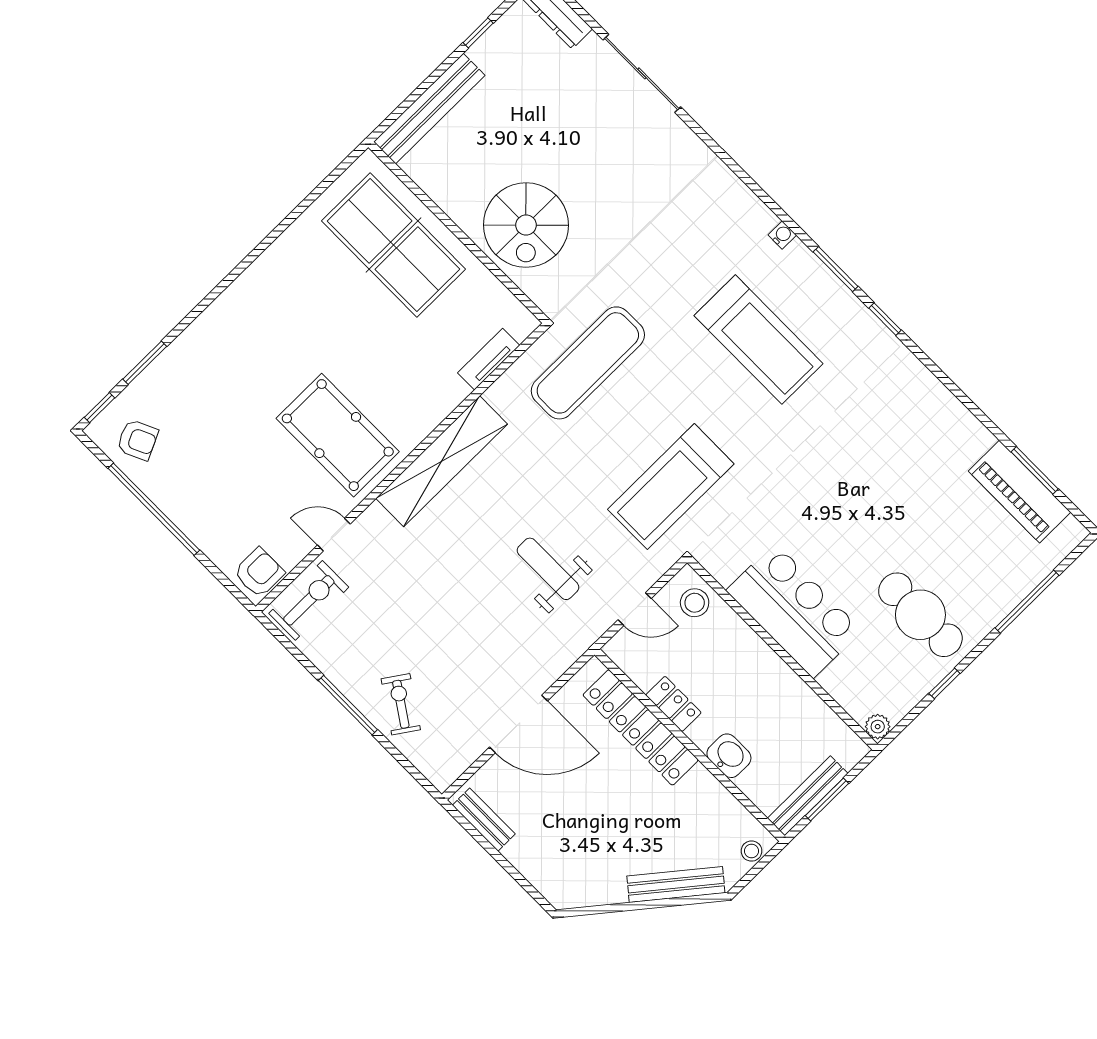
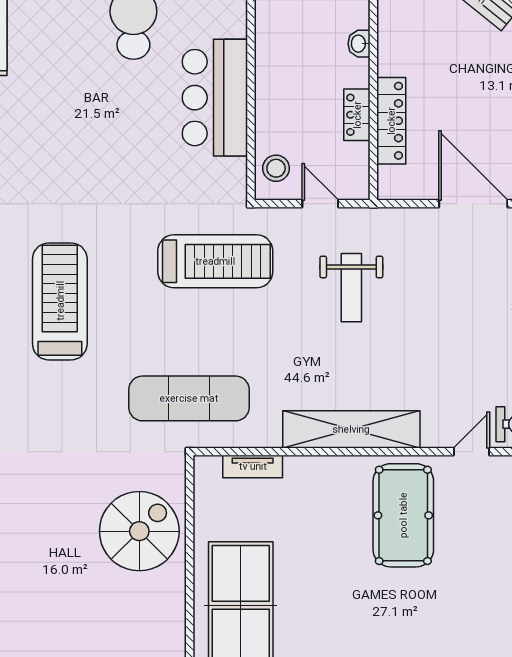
door: (334, 535) -> (471, 452), swing flipped
locker: (641, 727) -> (391, 121), width x0.71, depth x0.83
washbasin: (729, 756) -> (359, 44), width x0.72, depth x0.69

